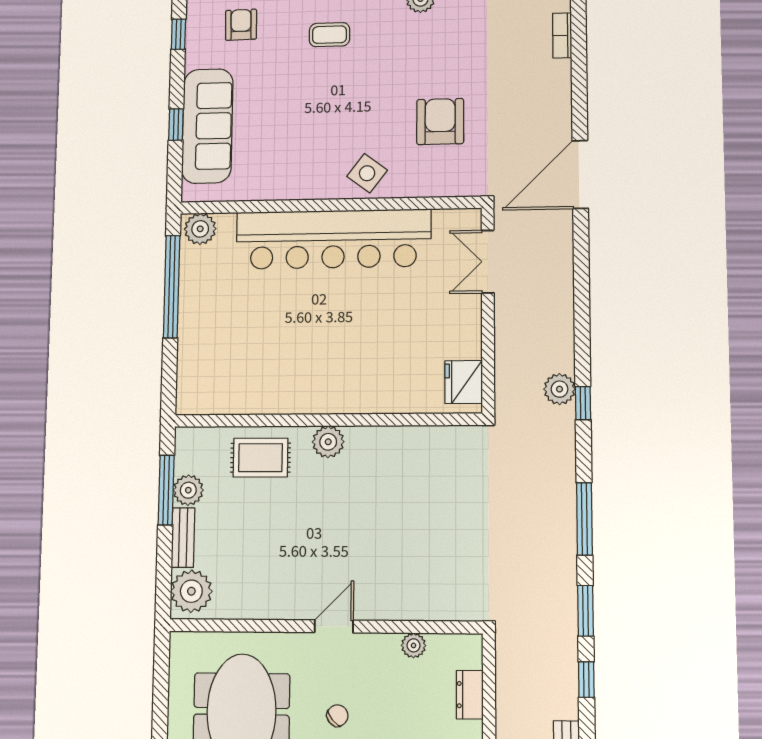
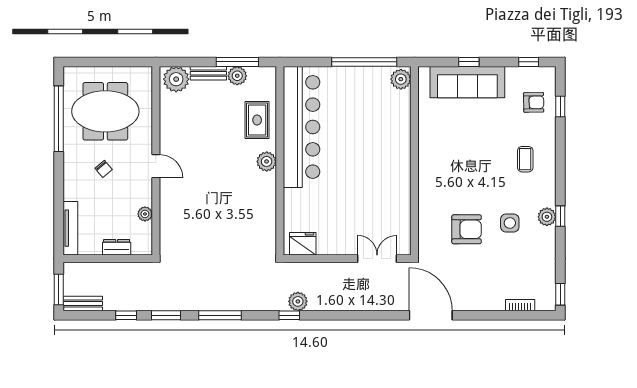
side table: (367, 173) -> (510, 223), moved, turned -37
bar counter: (333, 239) -> (302, 127), moved, turned 180

